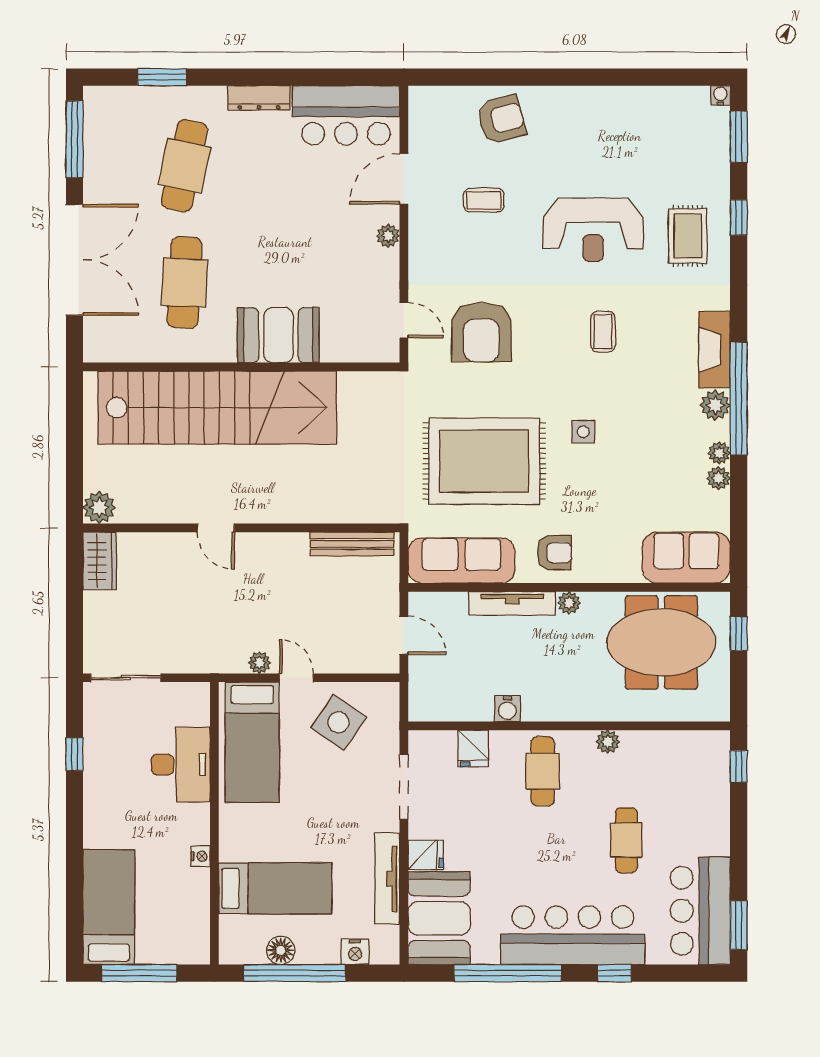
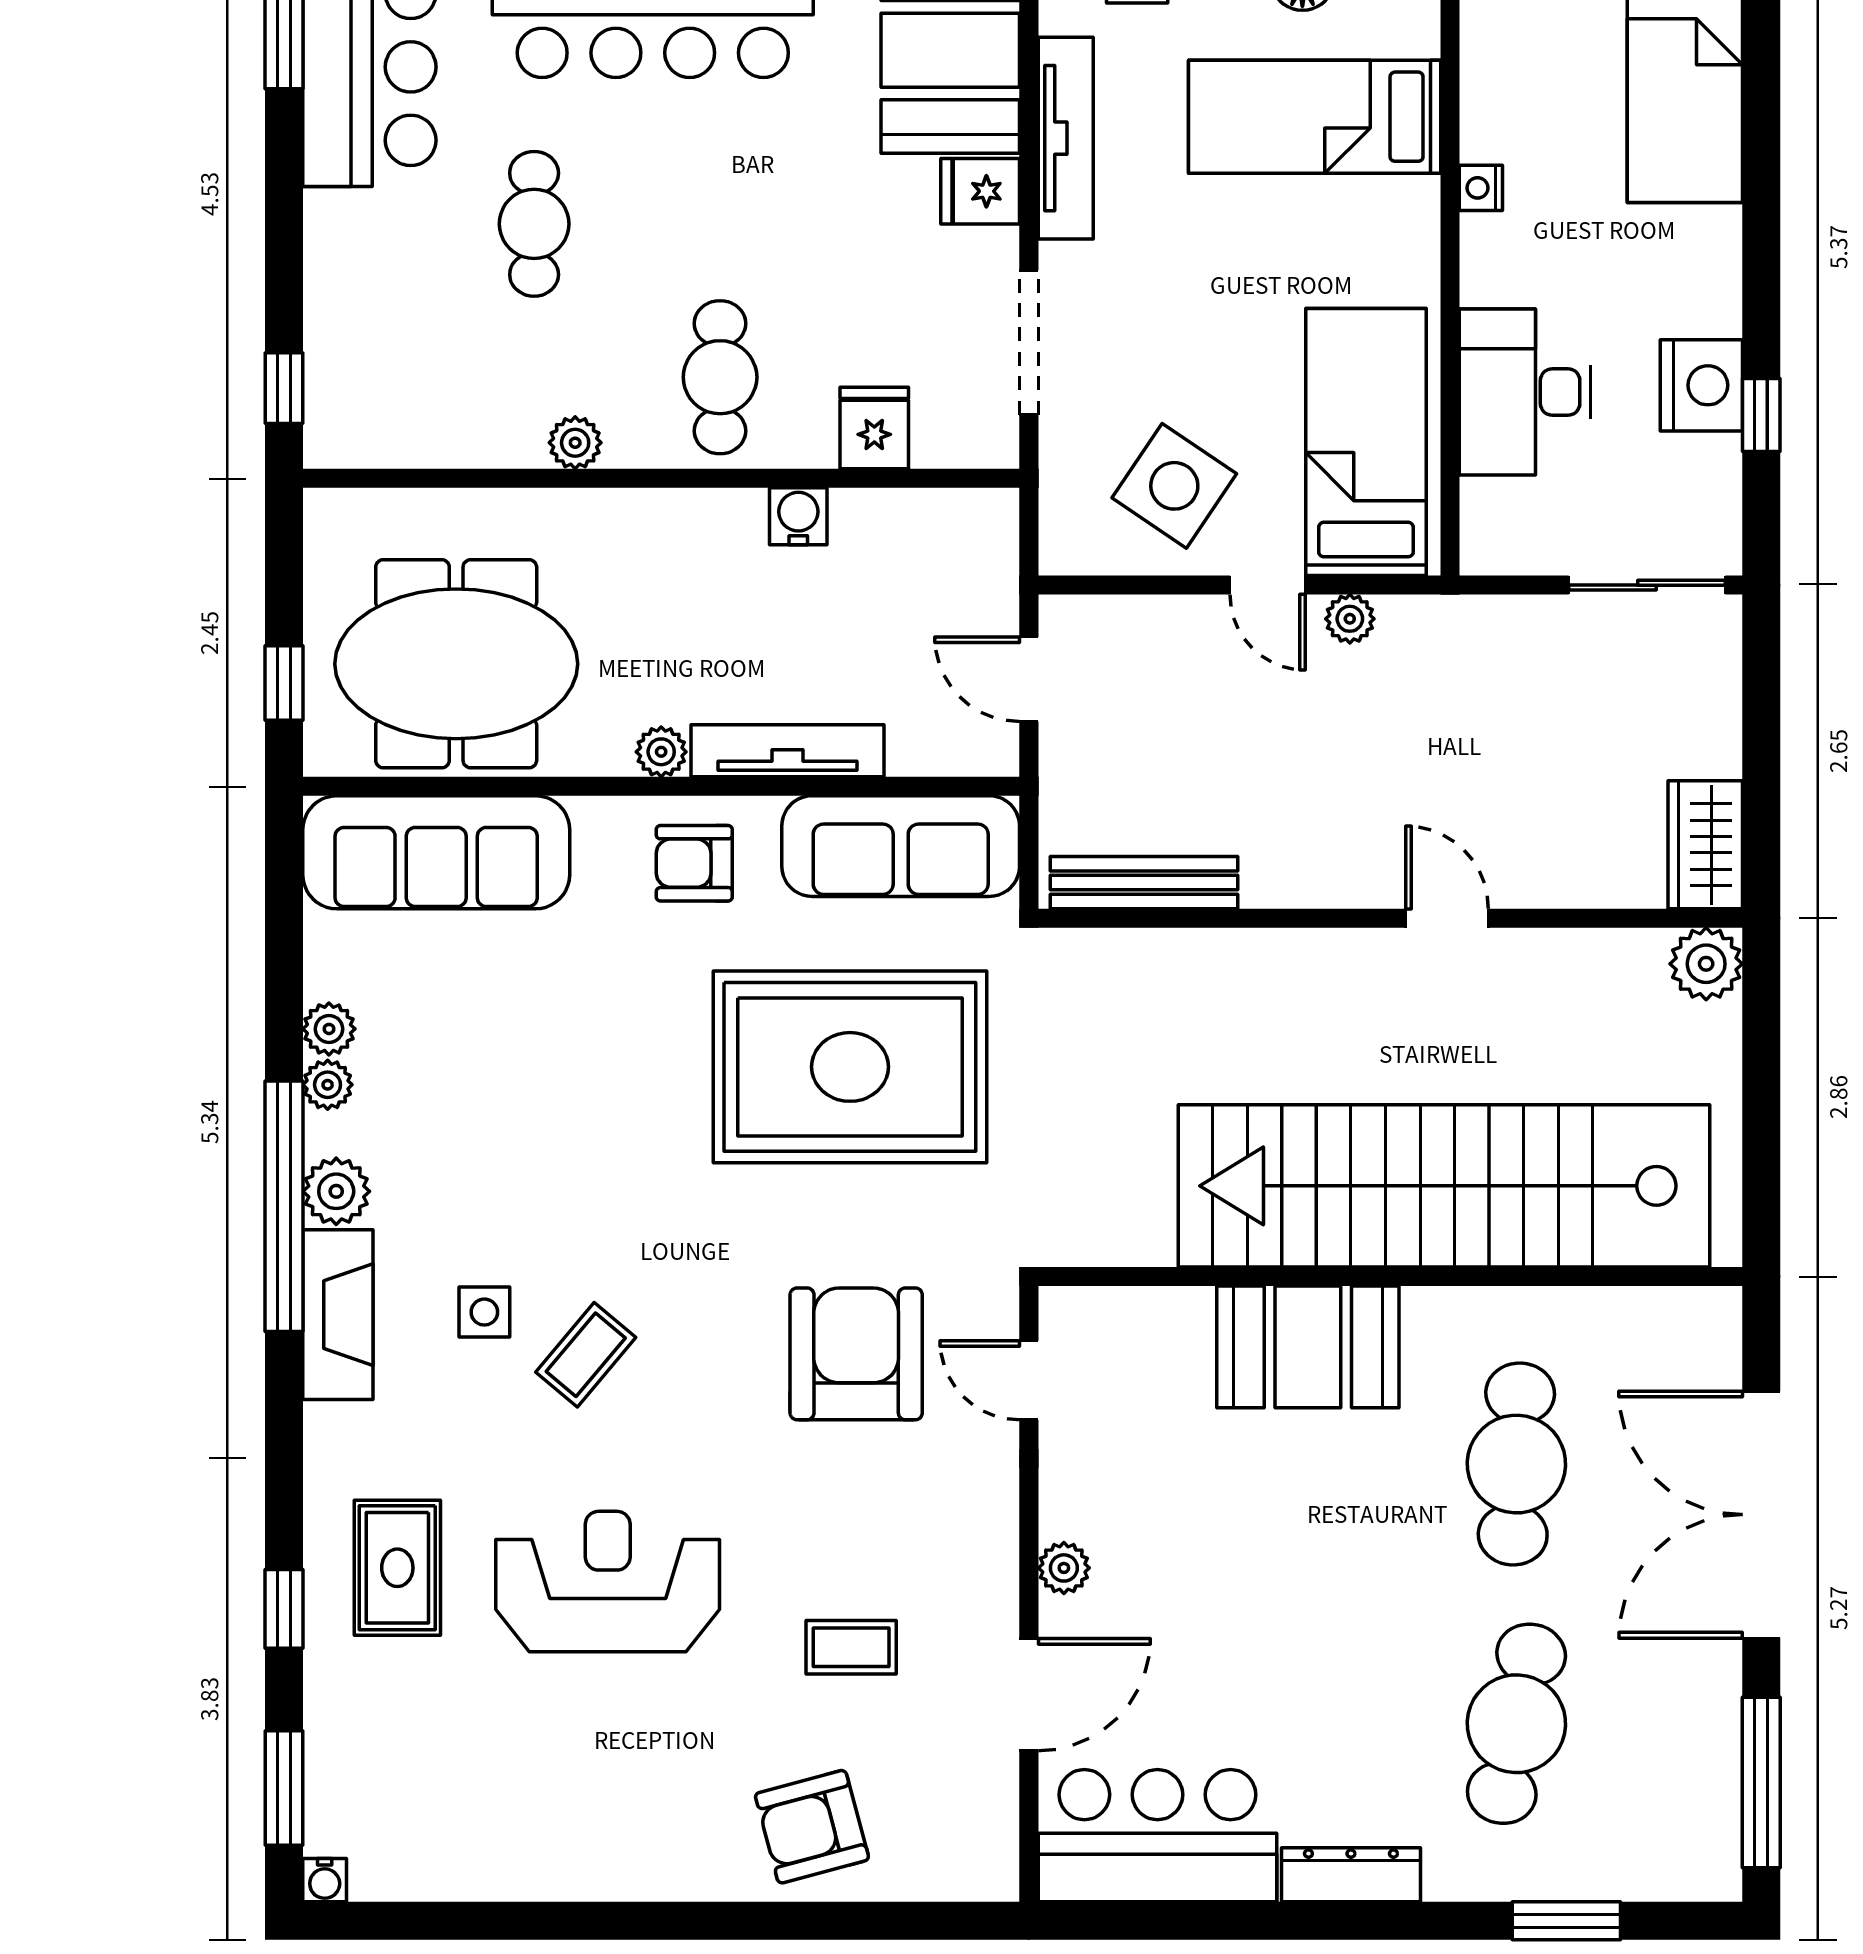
coffee table: (603, 332) -> (586, 1355), turned 40
side table: (583, 432) -> (484, 1312), moved
sofa: (686, 558) -> (436, 852), width x1.36
nightstand: (101, 768) -> (1701, 385), added

